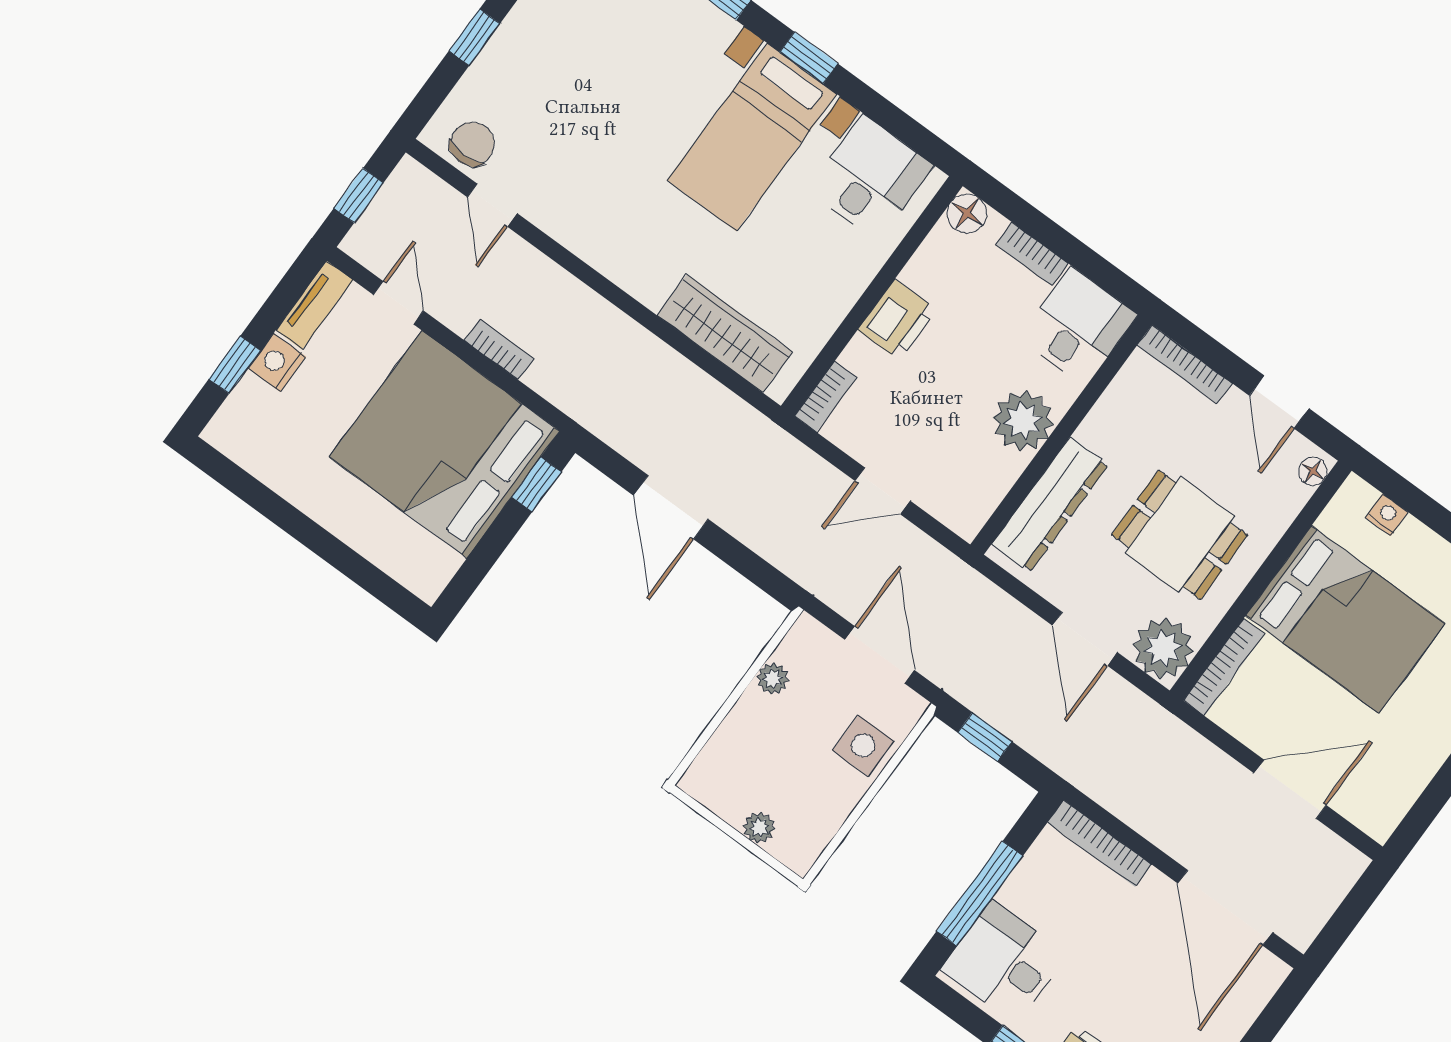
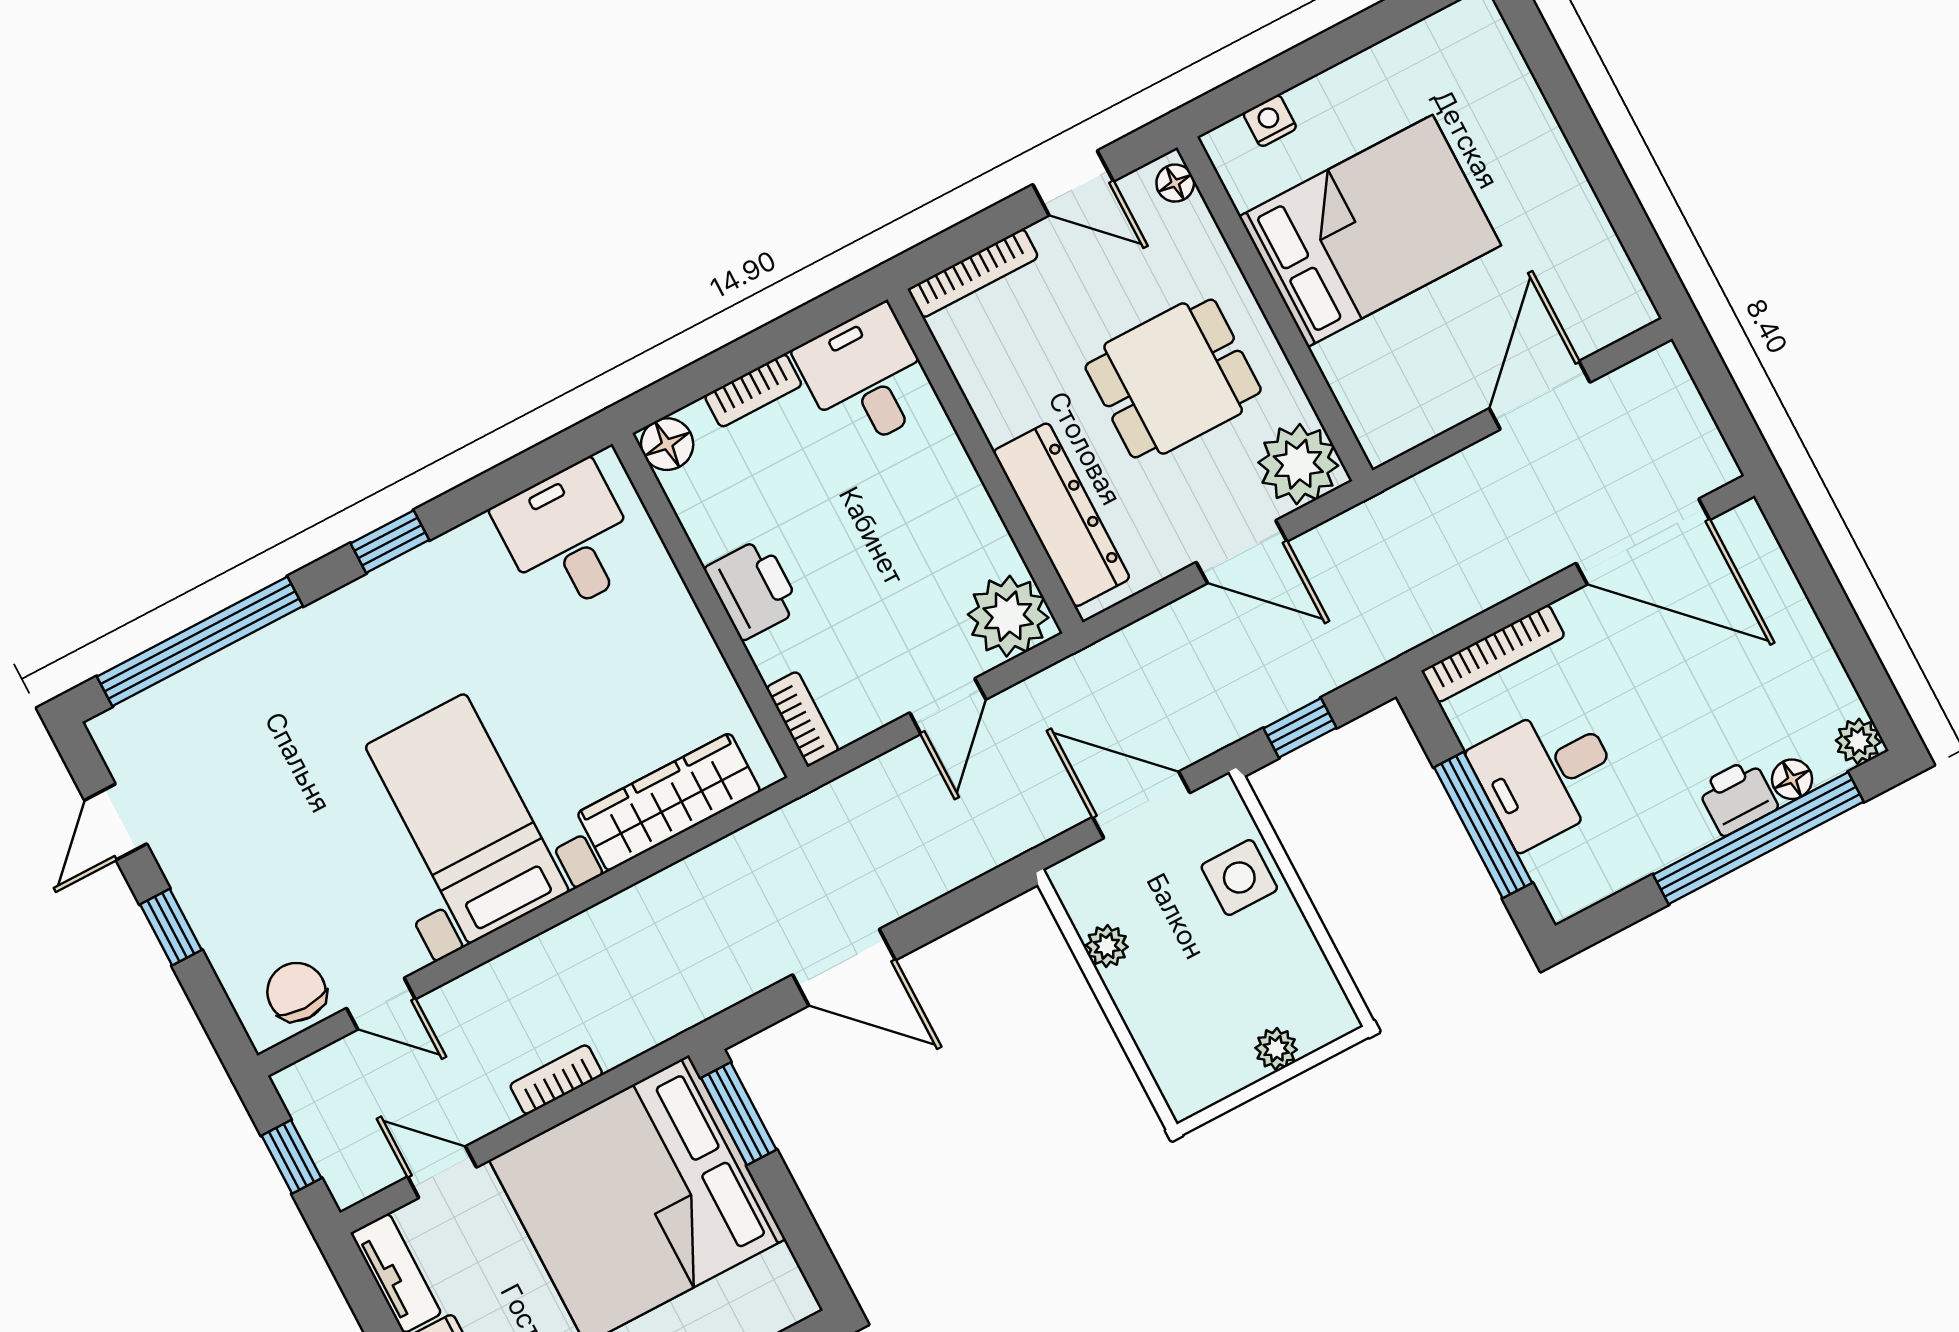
bed with nightstands: (752, 137) -> (467, 819), moved, turned 180
plant: (1023, 421) -> (1008, 616), moved
window: (537, 485) -> (739, 1114), width x1.50
bookcase: (1224, 667) -> (1356, 403), removed
desk: (1004, 962) -> (1546, 774), moved

